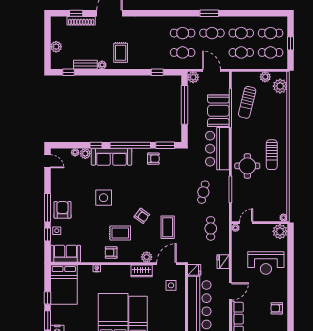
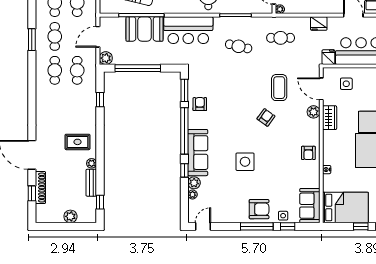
armchair: (62, 210) -> (259, 209), turned 180
coffee table: (168, 227) -> (279, 88), turned 90
rug: (120, 233) -> (286, 142), removed

